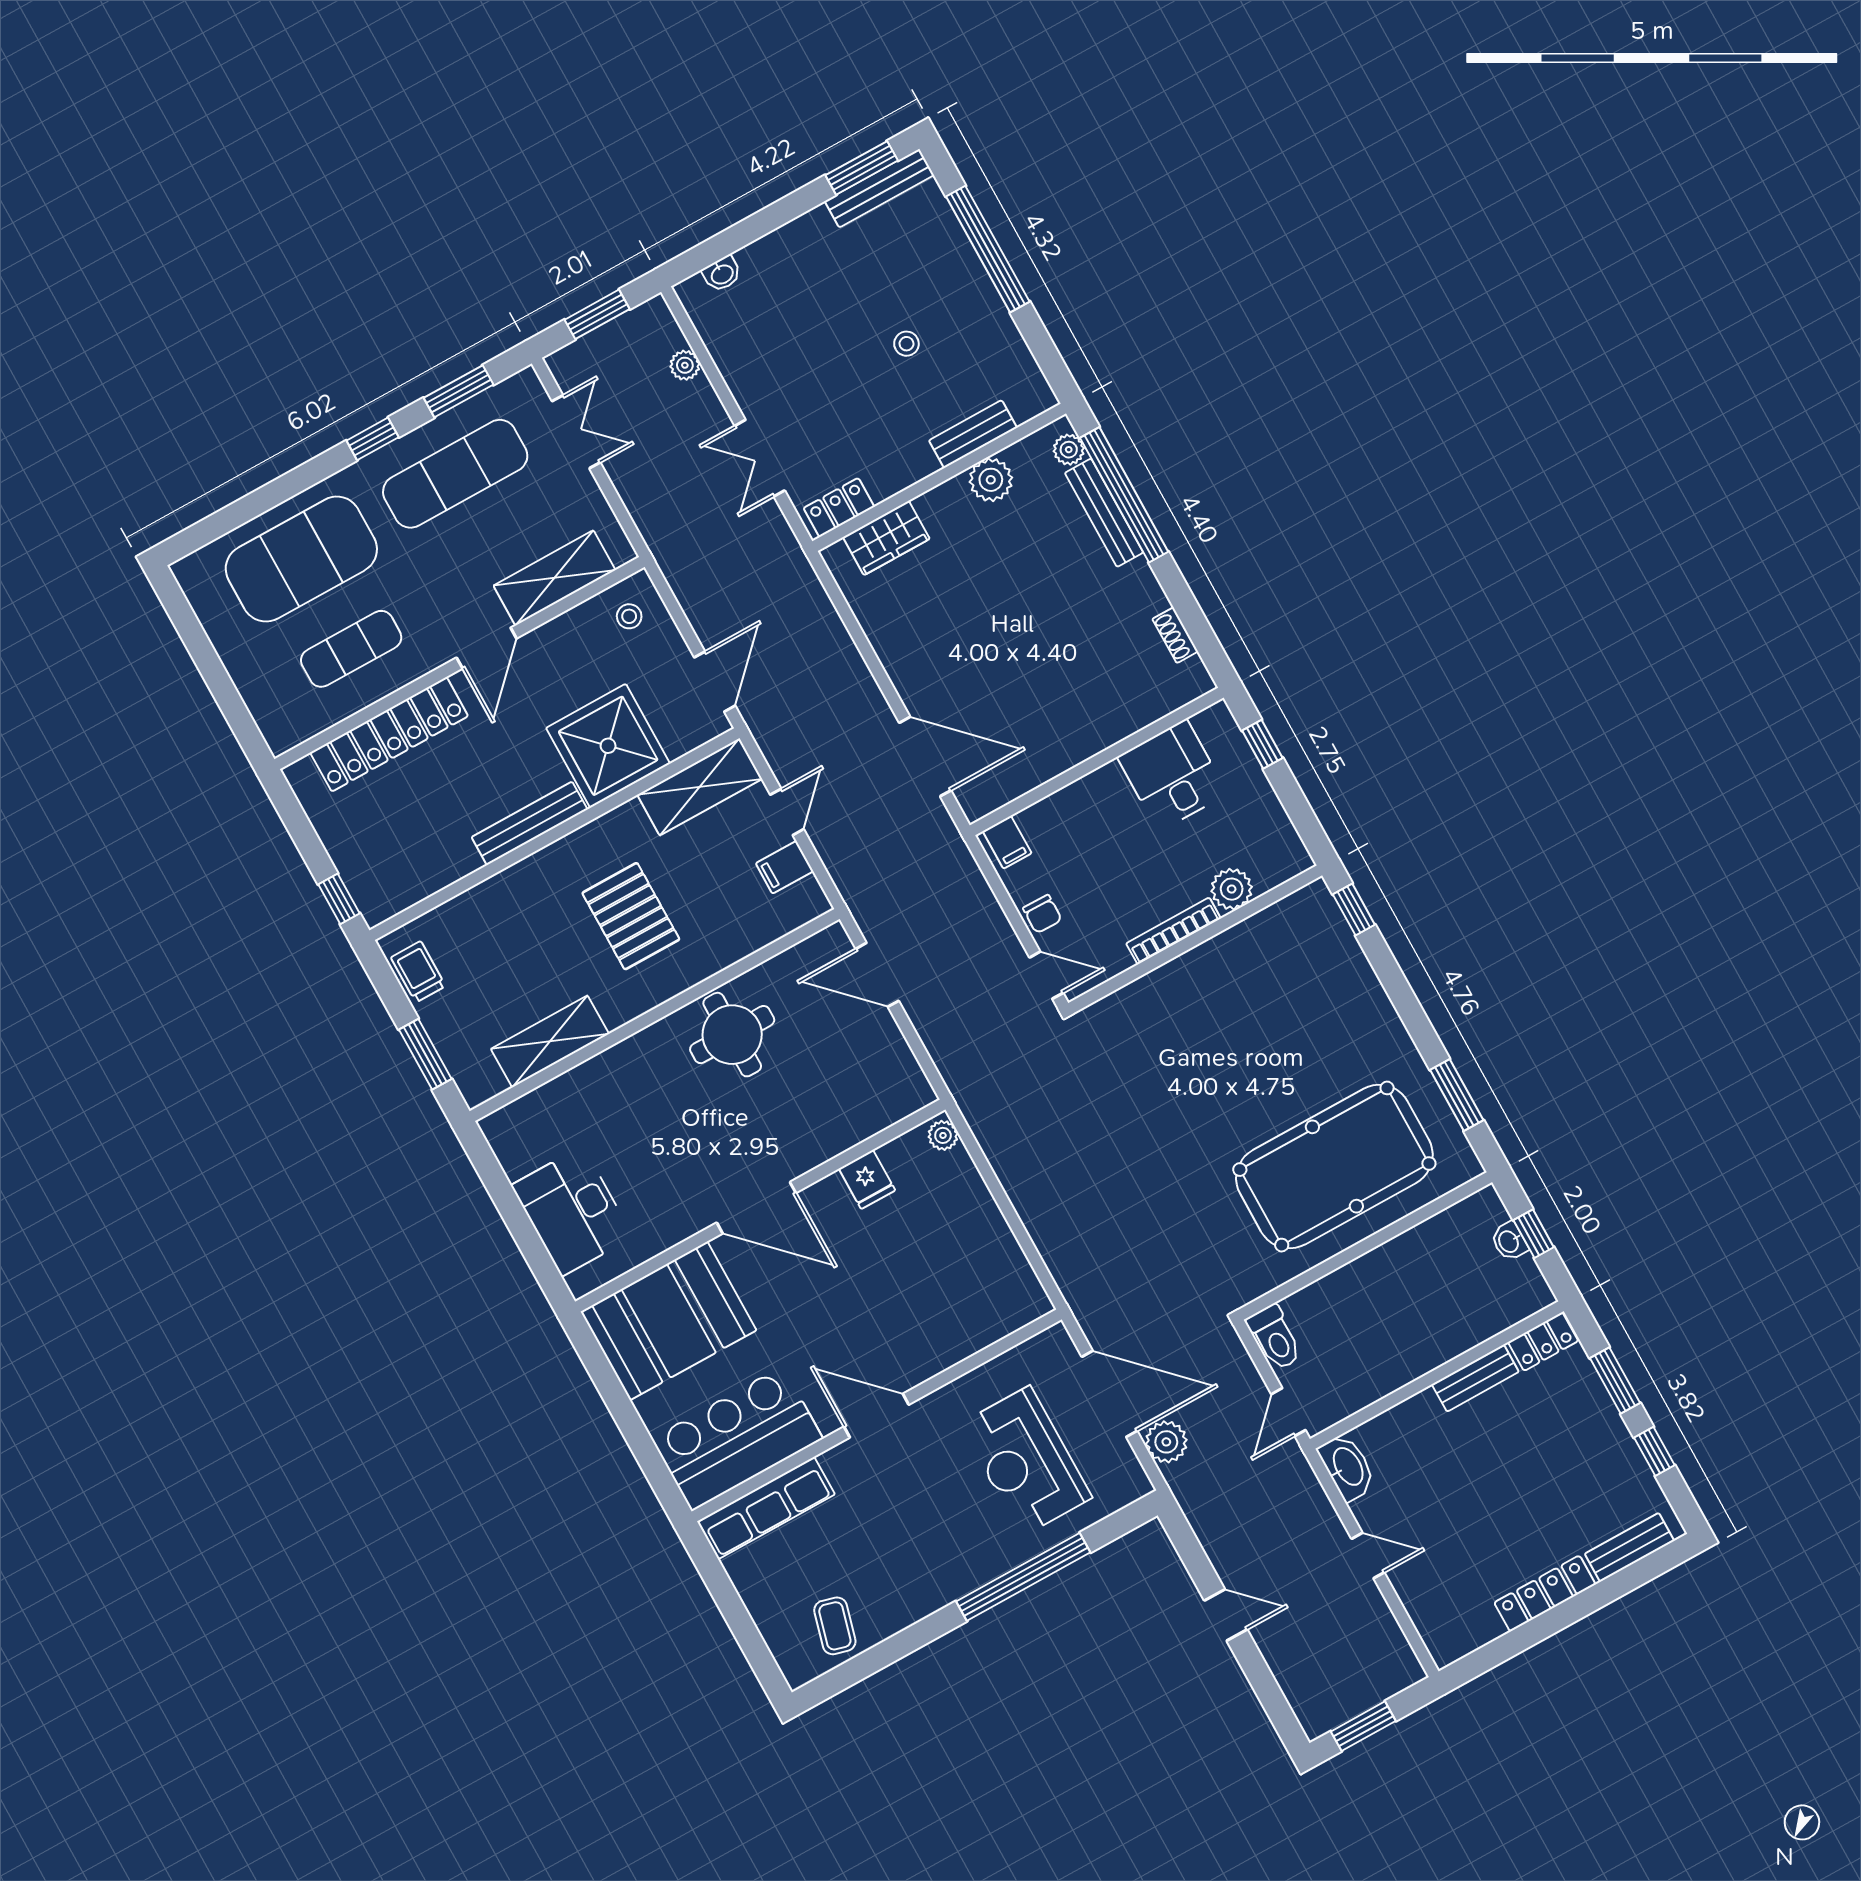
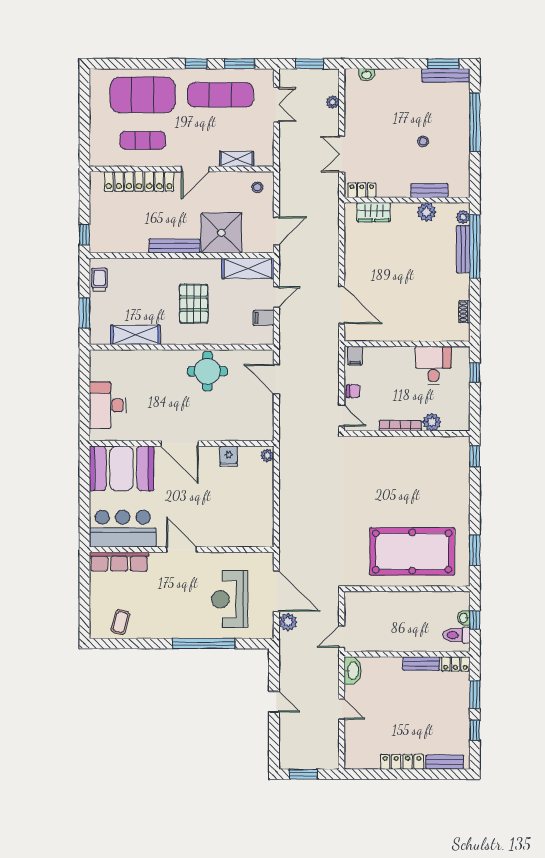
shelving: (554, 578) -> (237, 159), width x0.67, depth x0.75
chair: (1042, 914) -> (353, 391), turned -91
toilet: (1275, 1338) -> (456, 635), moved, turned 90

